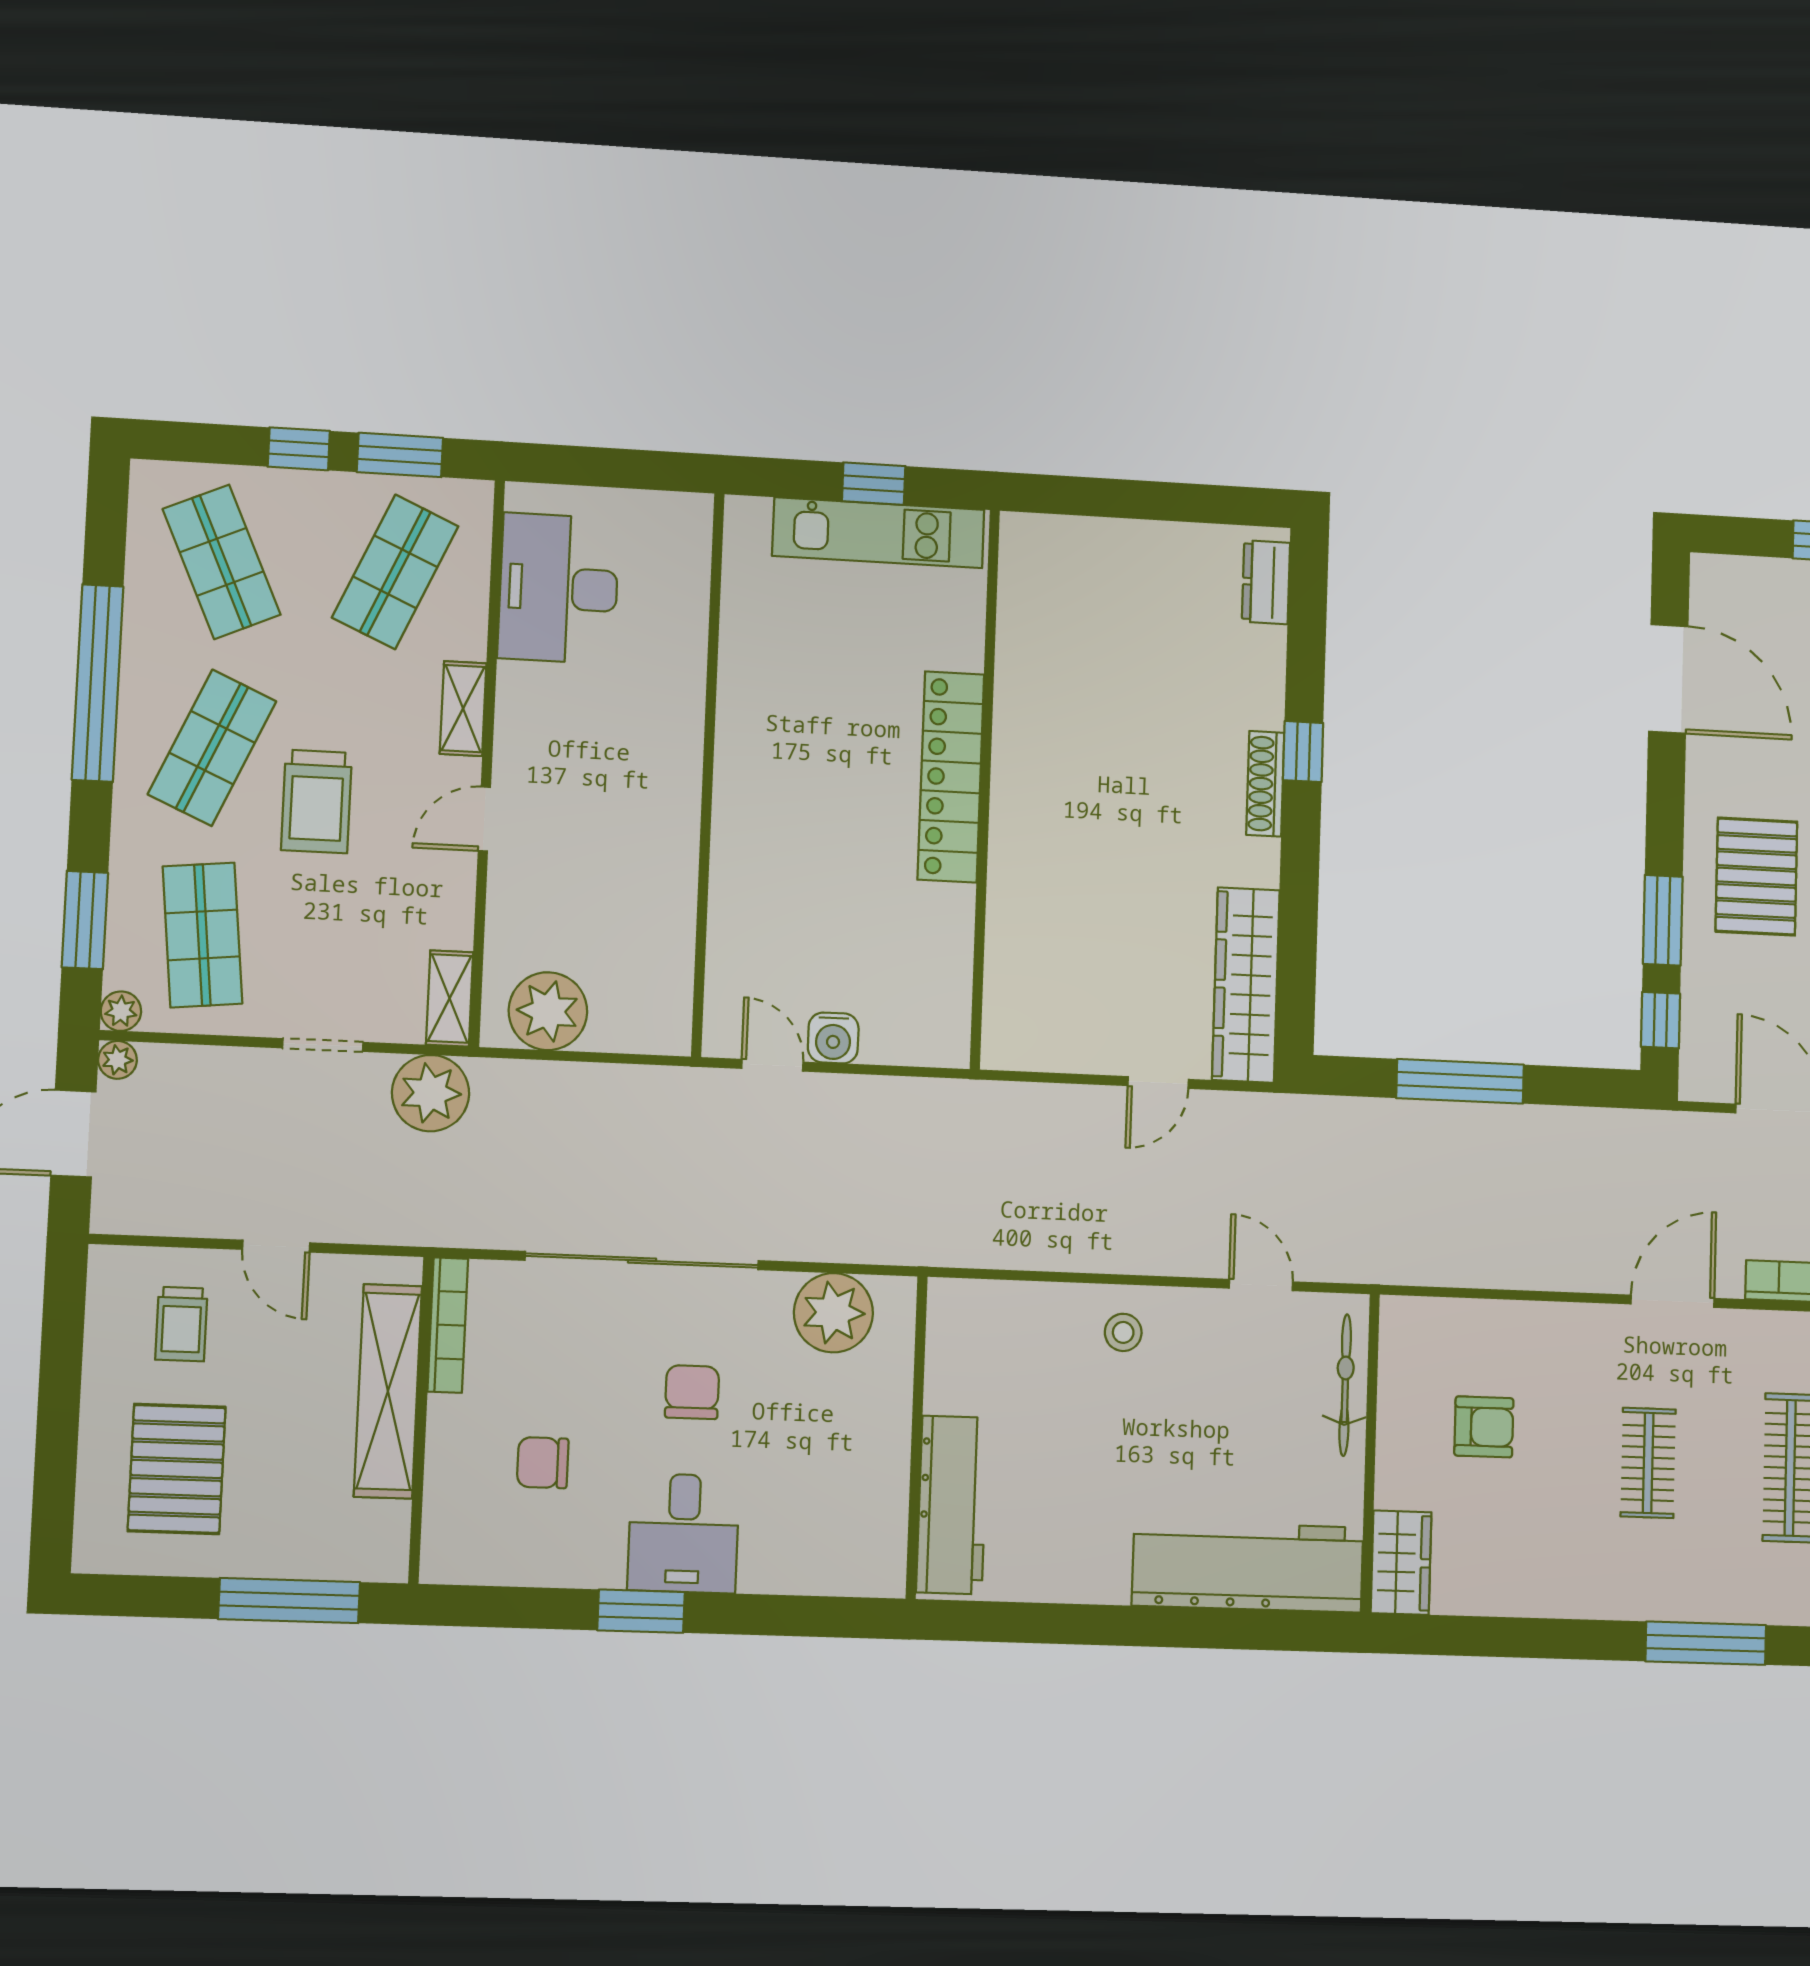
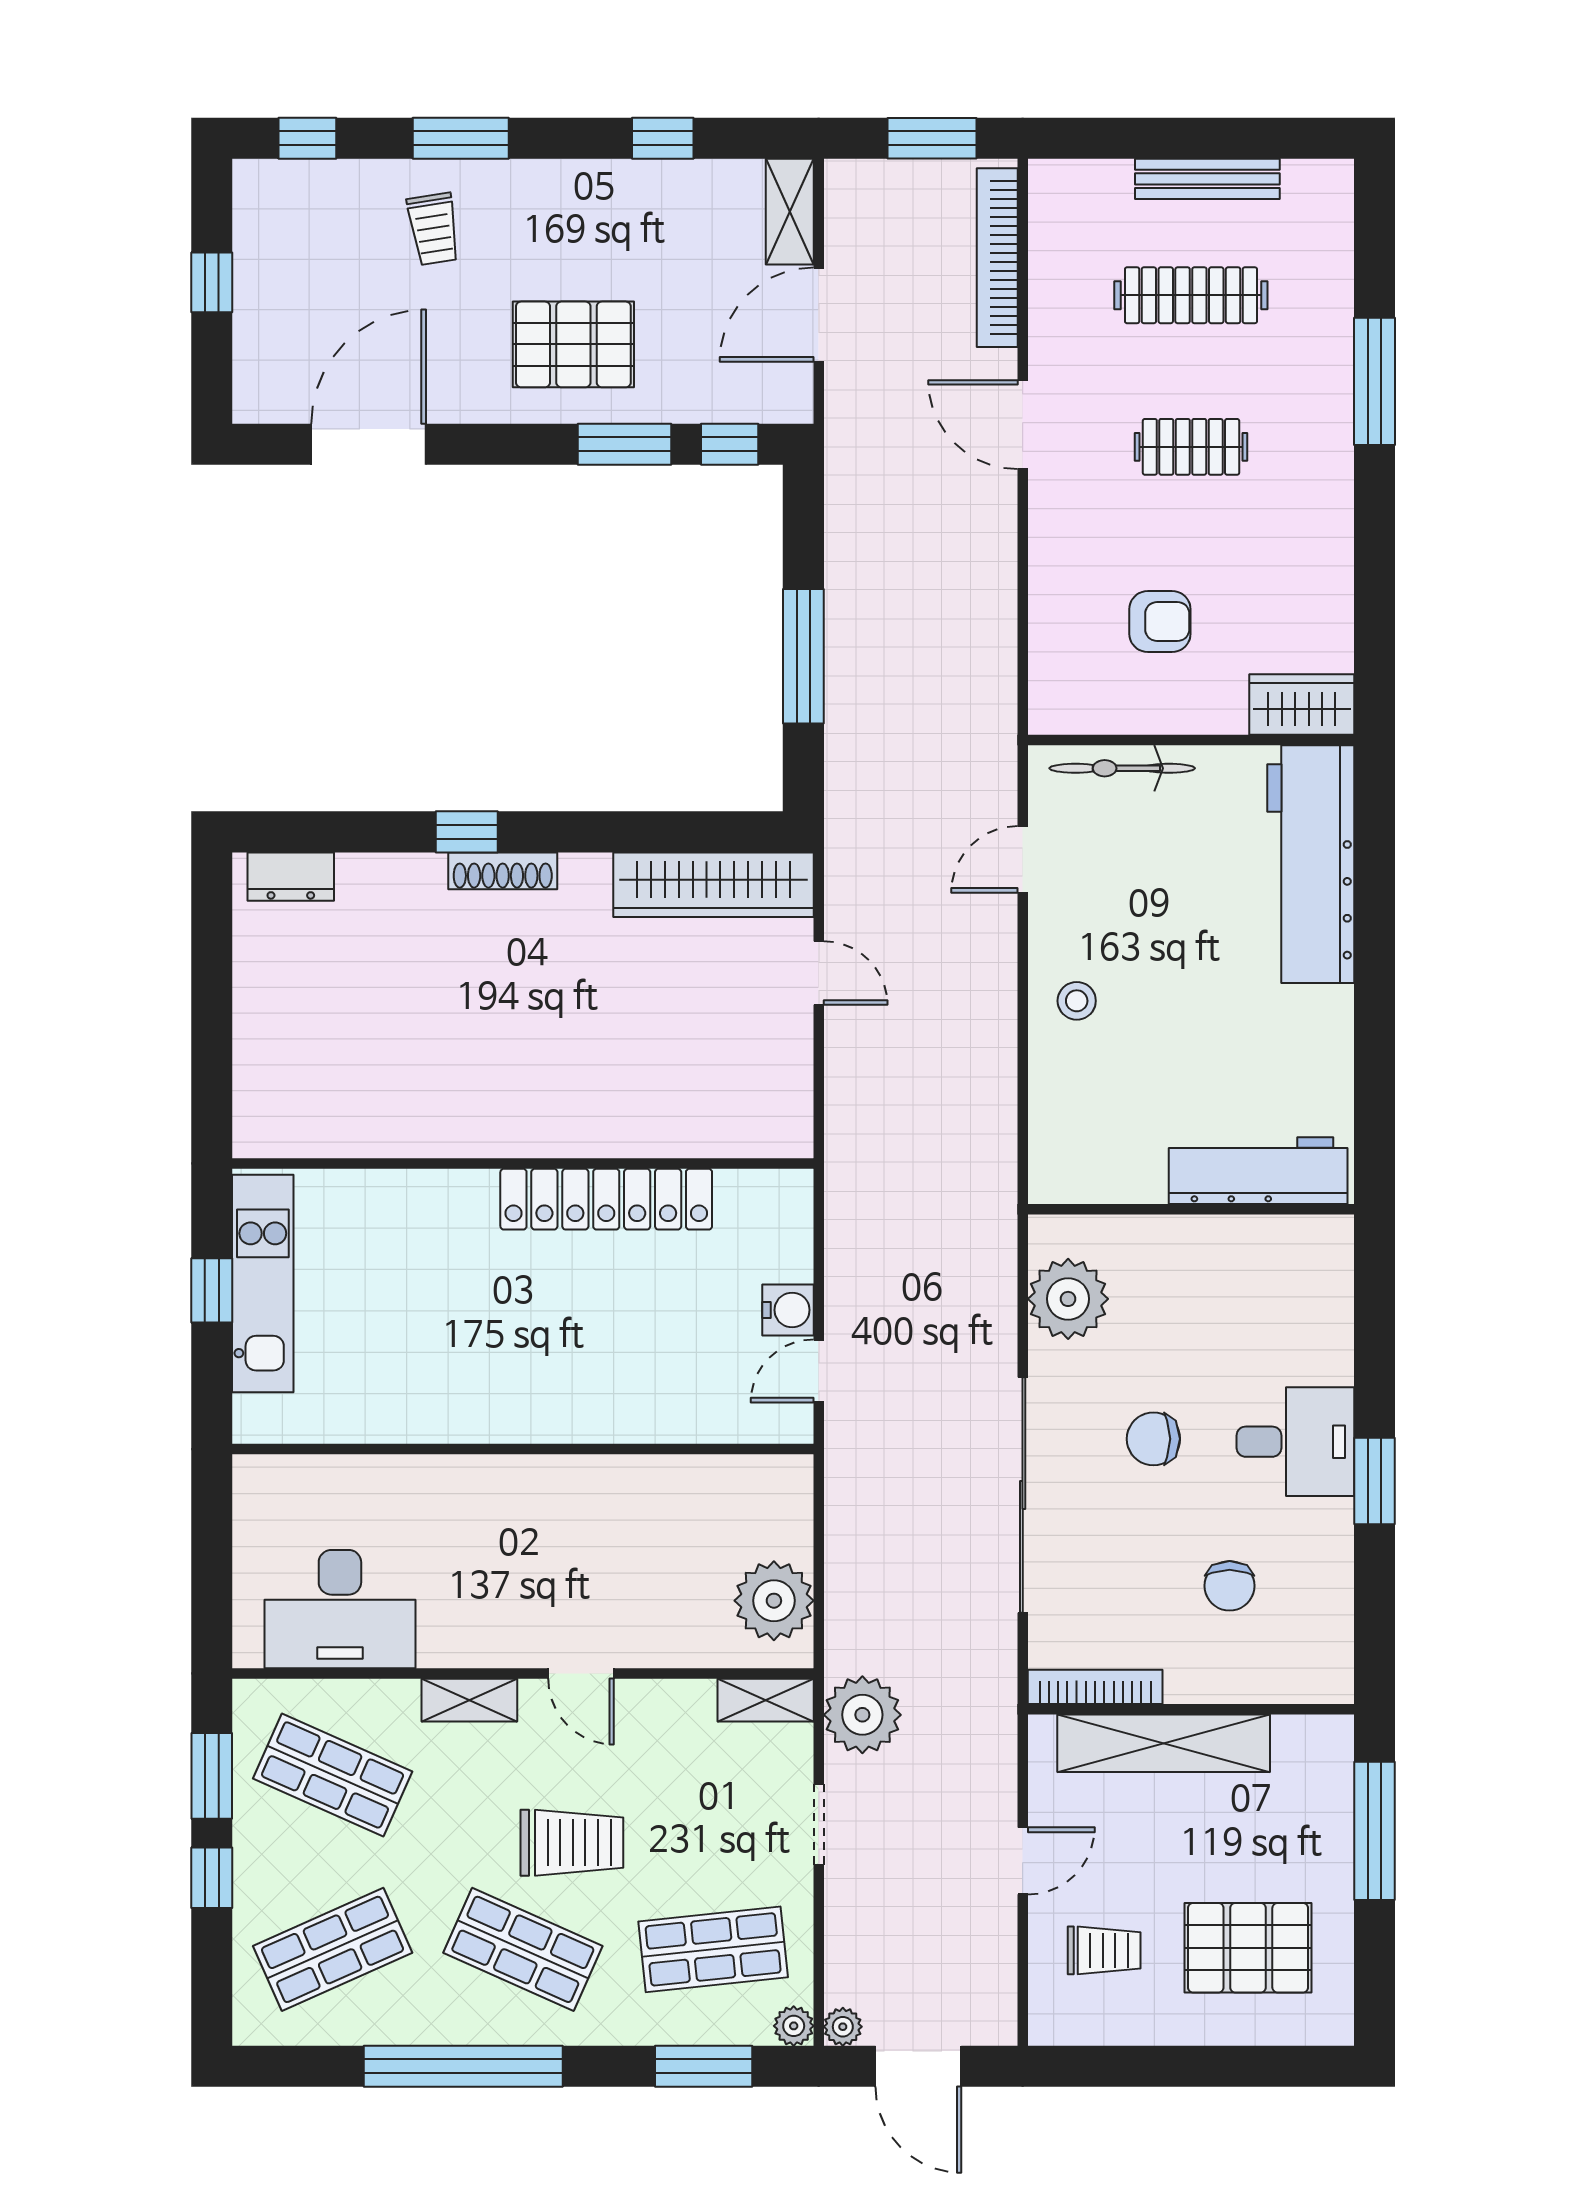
locker: (951, 777) -> (606, 1199), moved
armchair: (1484, 1427) -> (1160, 622), turned 90

